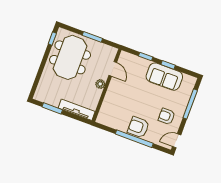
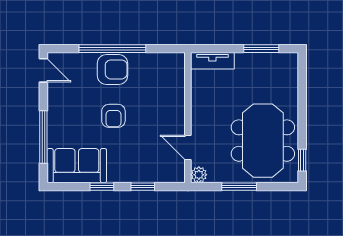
sofa: (164, 77) -> (77, 166), moved
plant: (100, 84) -> (199, 175), moved
tv unit: (77, 110) -> (212, 61), width x0.71
armchair: (167, 116) -> (113, 116), moved, turned 90
door: (177, 141) -> (43, 70), hinge flipped

